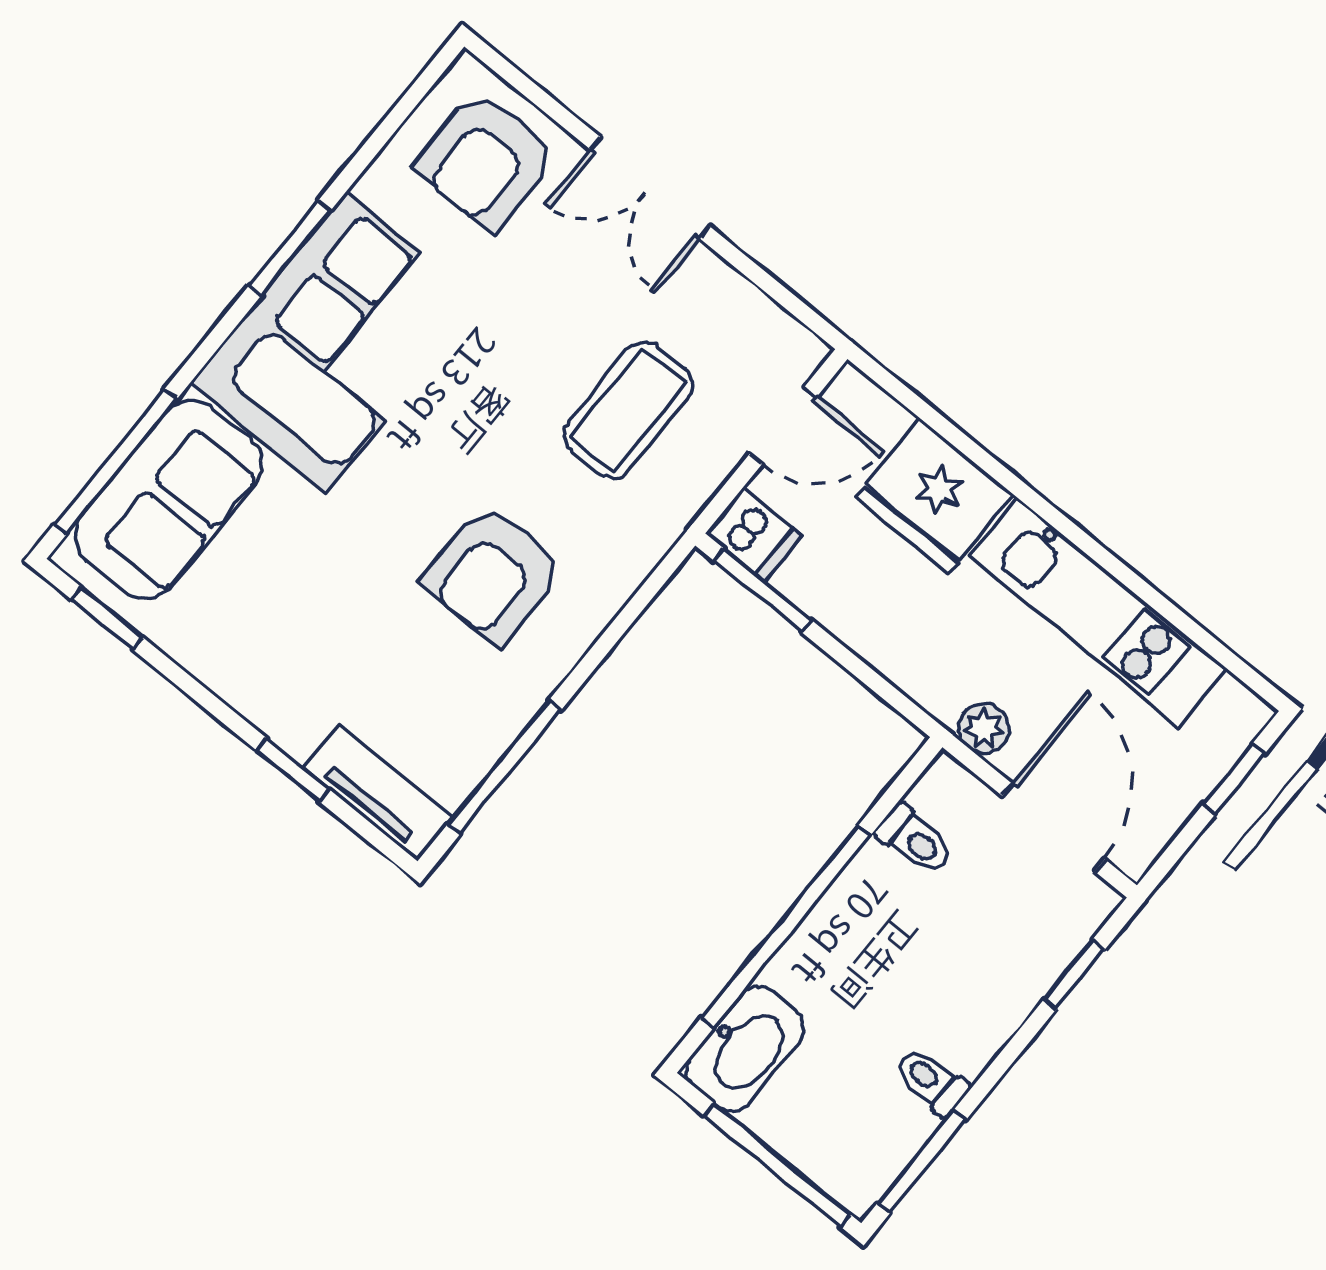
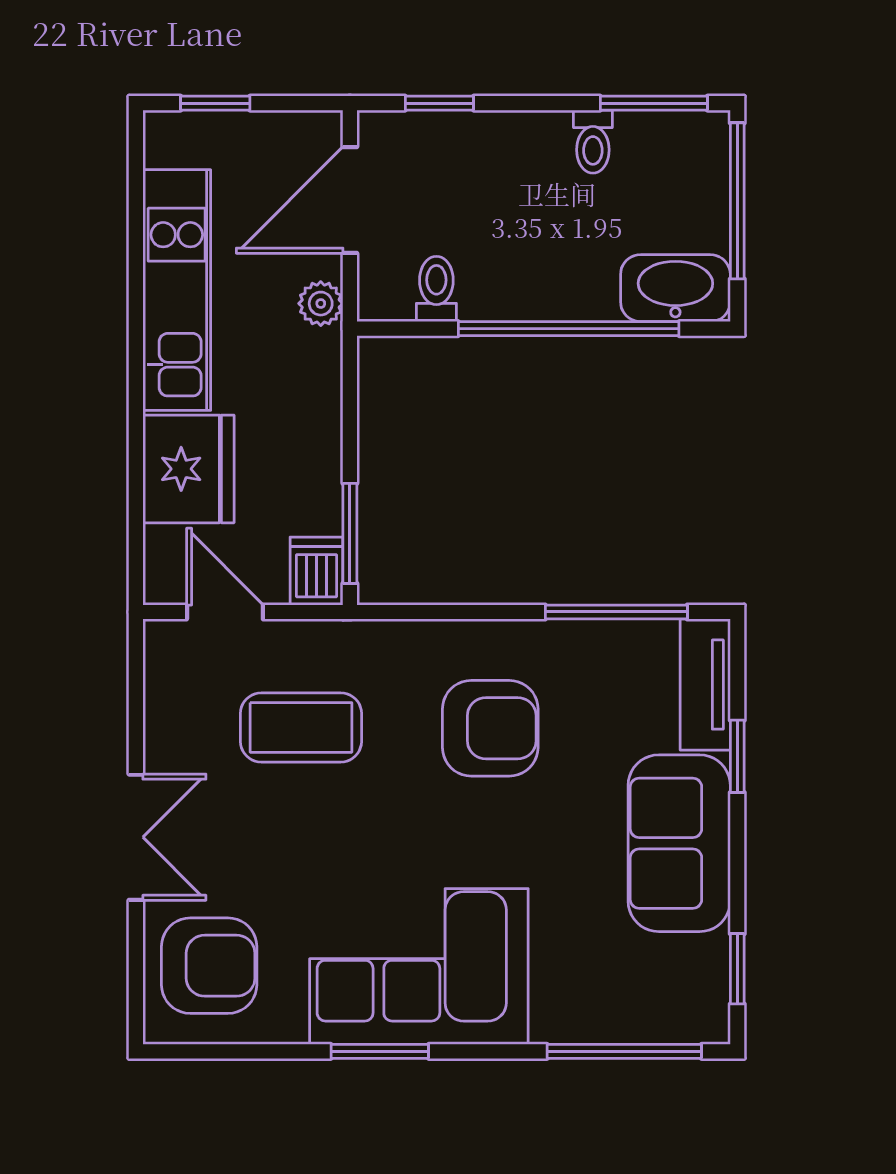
sofa: (169, 500) -> (679, 843), moved, turned -90

